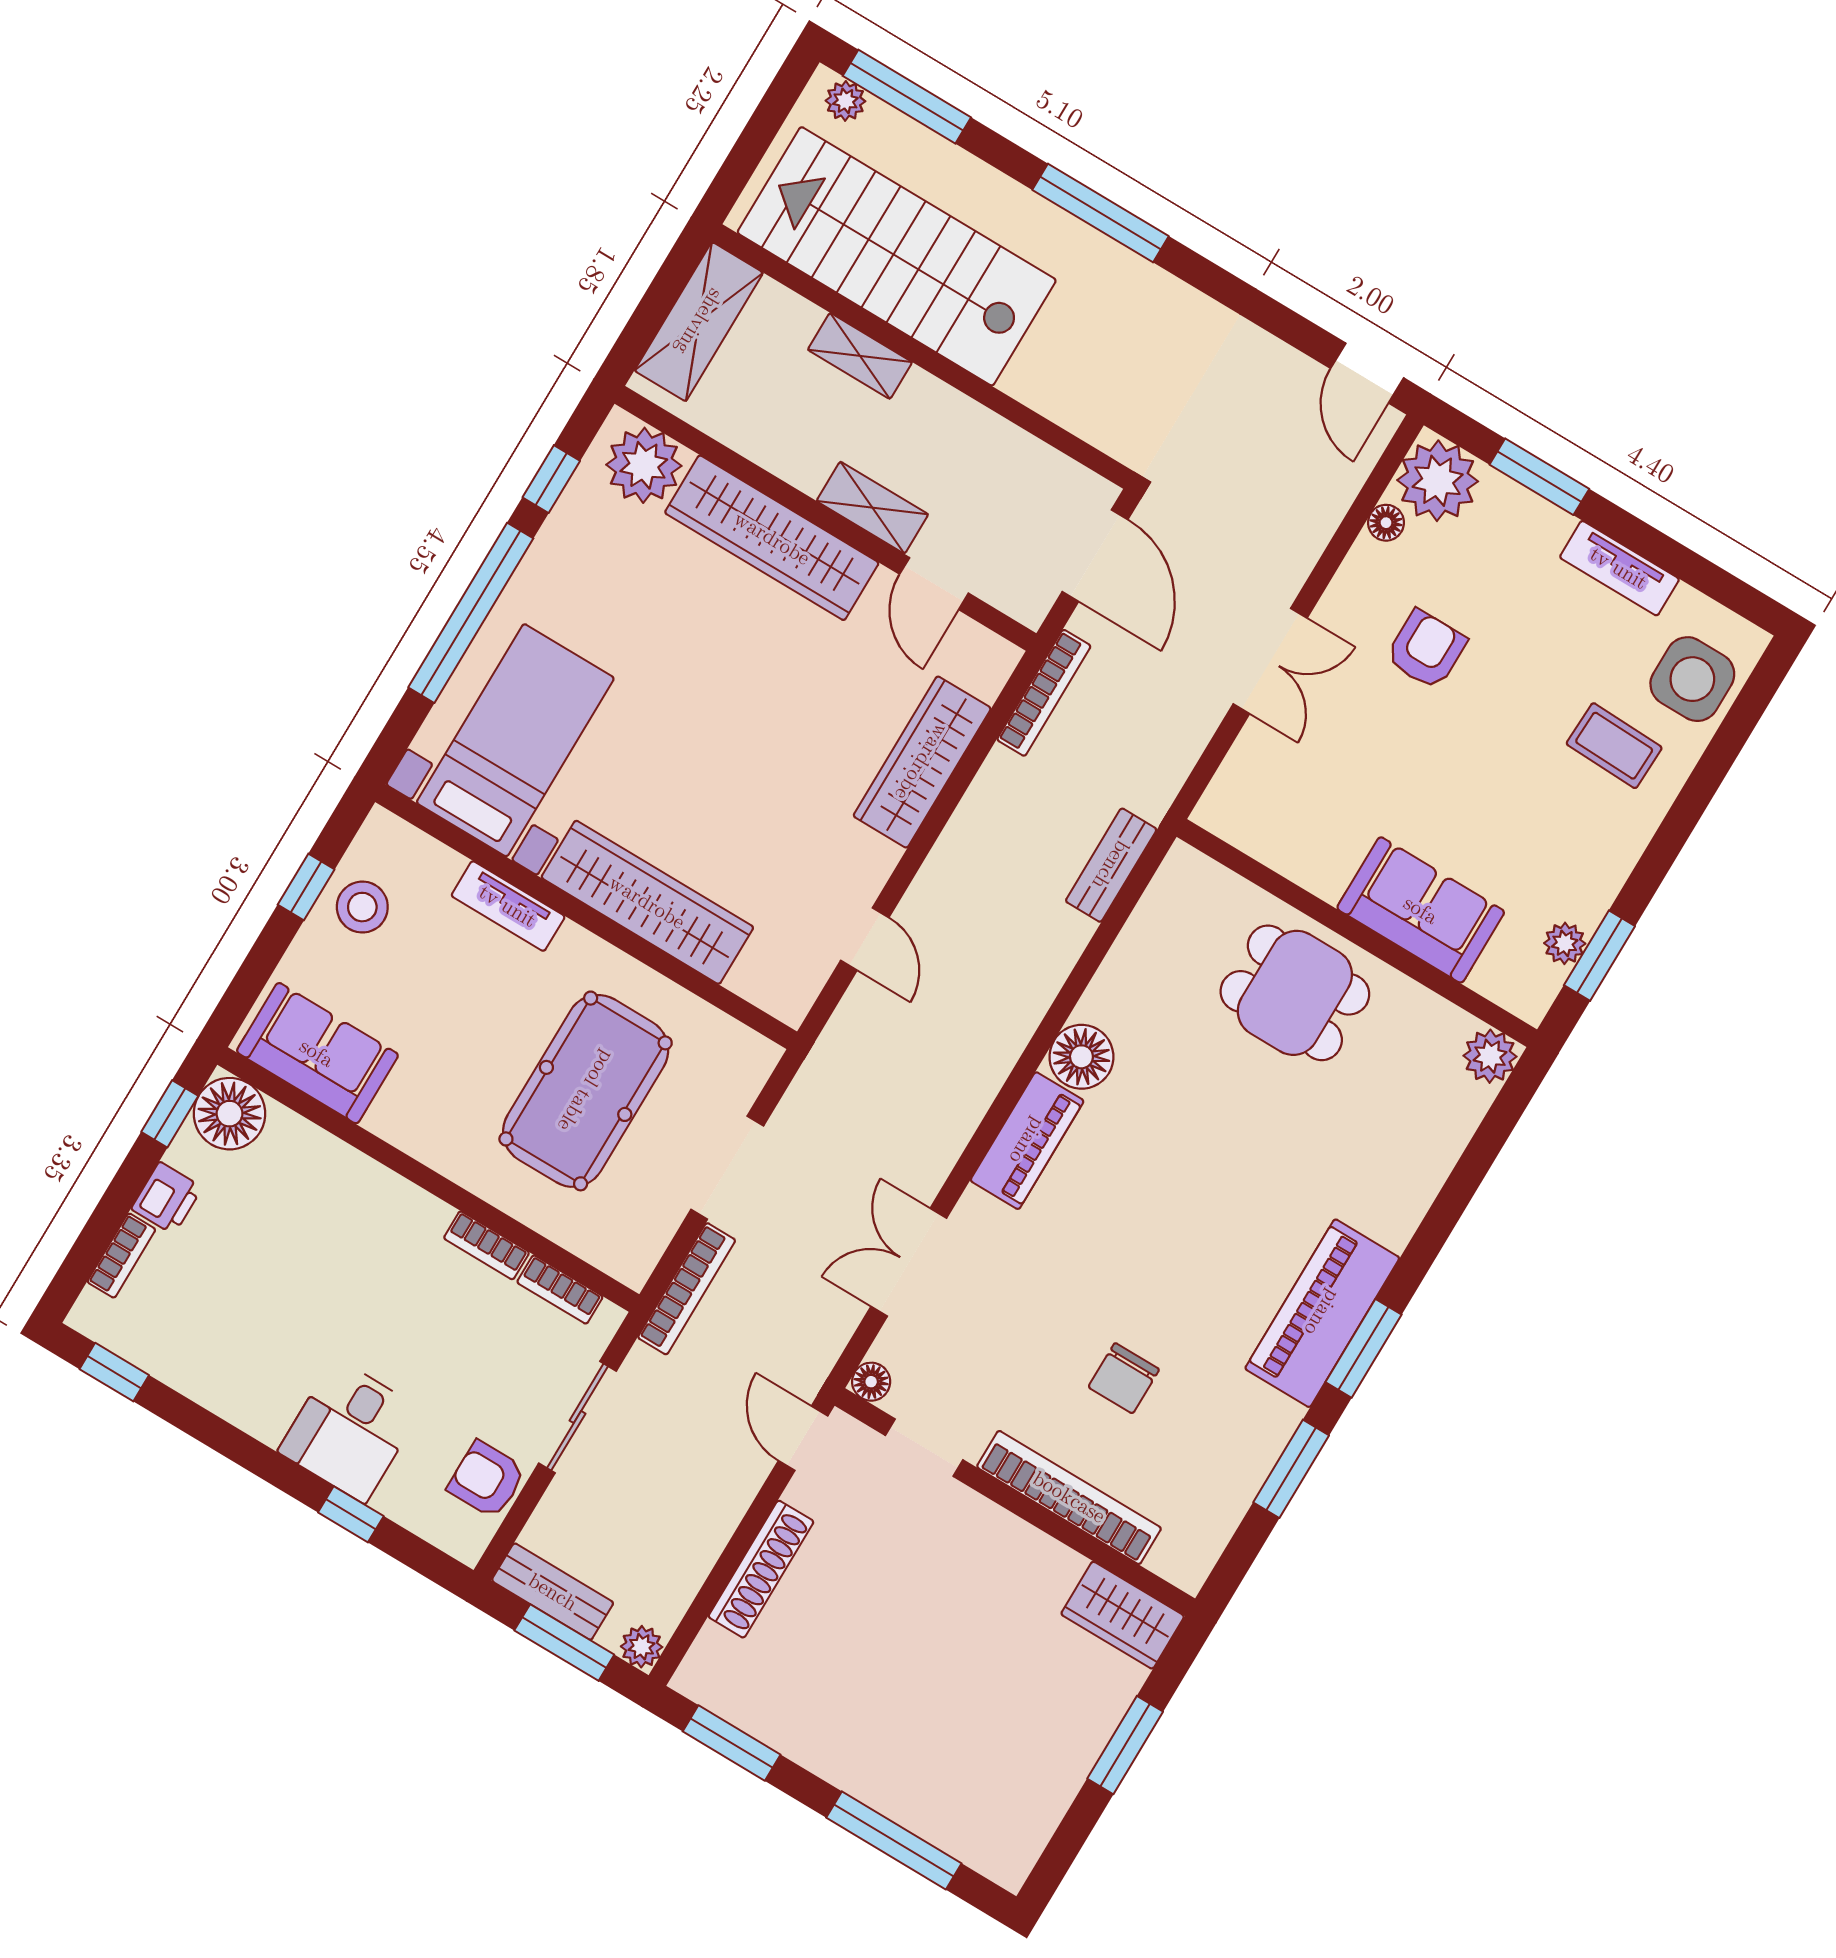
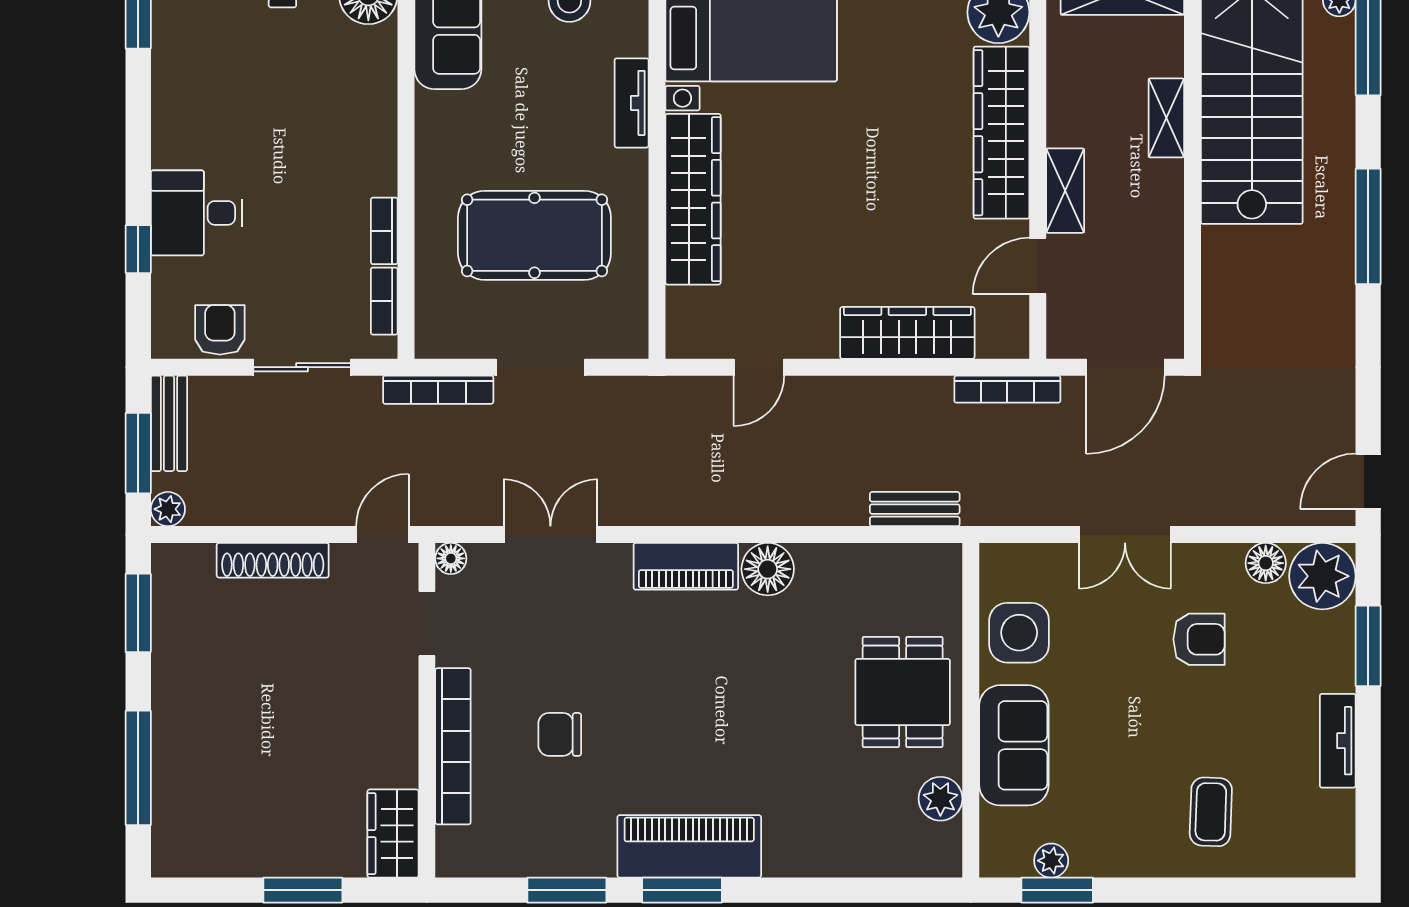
floor lamp: (1386, 523) -> (1266, 563), width x1.37, depth x1.37
side table: (1692, 679) -> (1019, 633), moved
plant: (1490, 1056) -> (940, 799), moved

